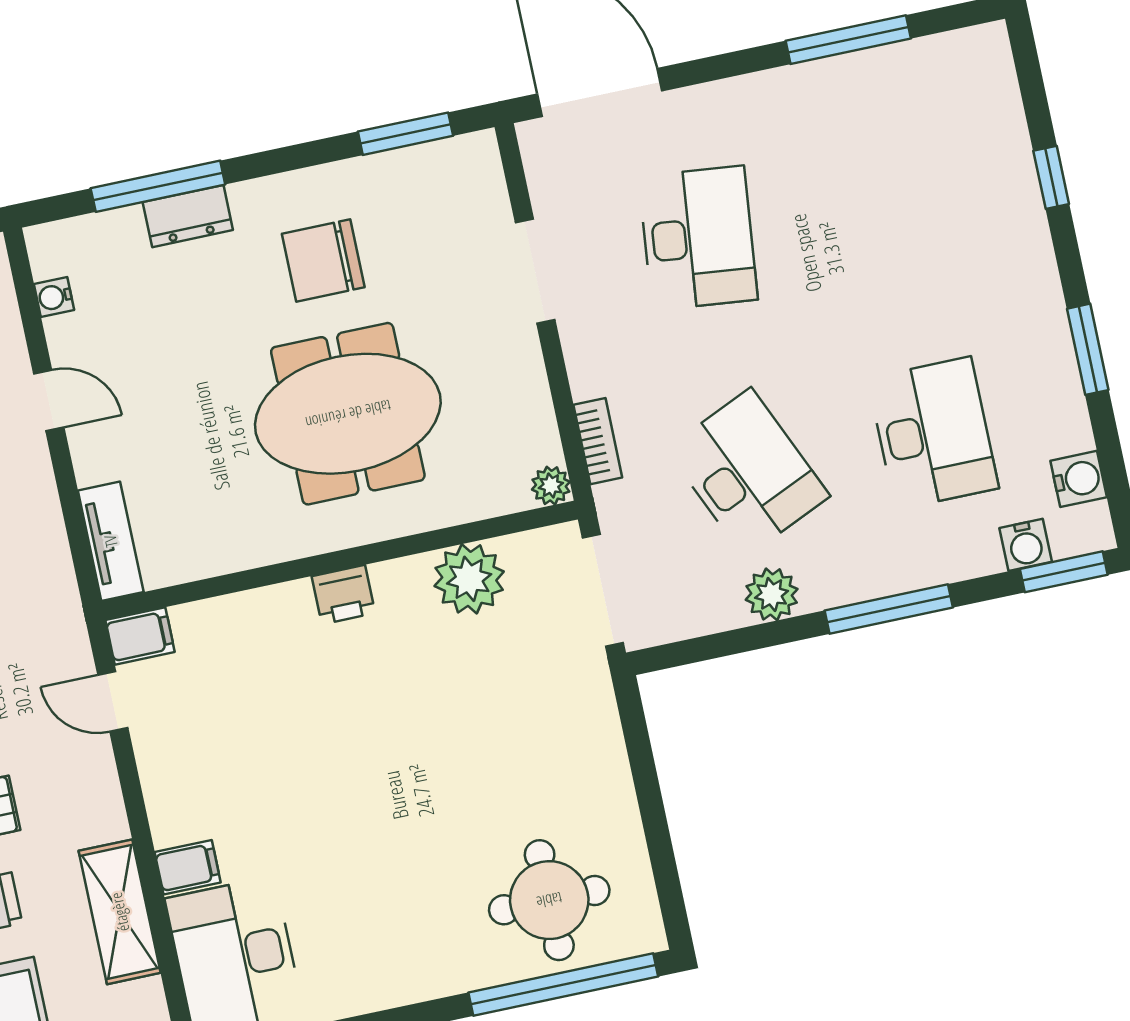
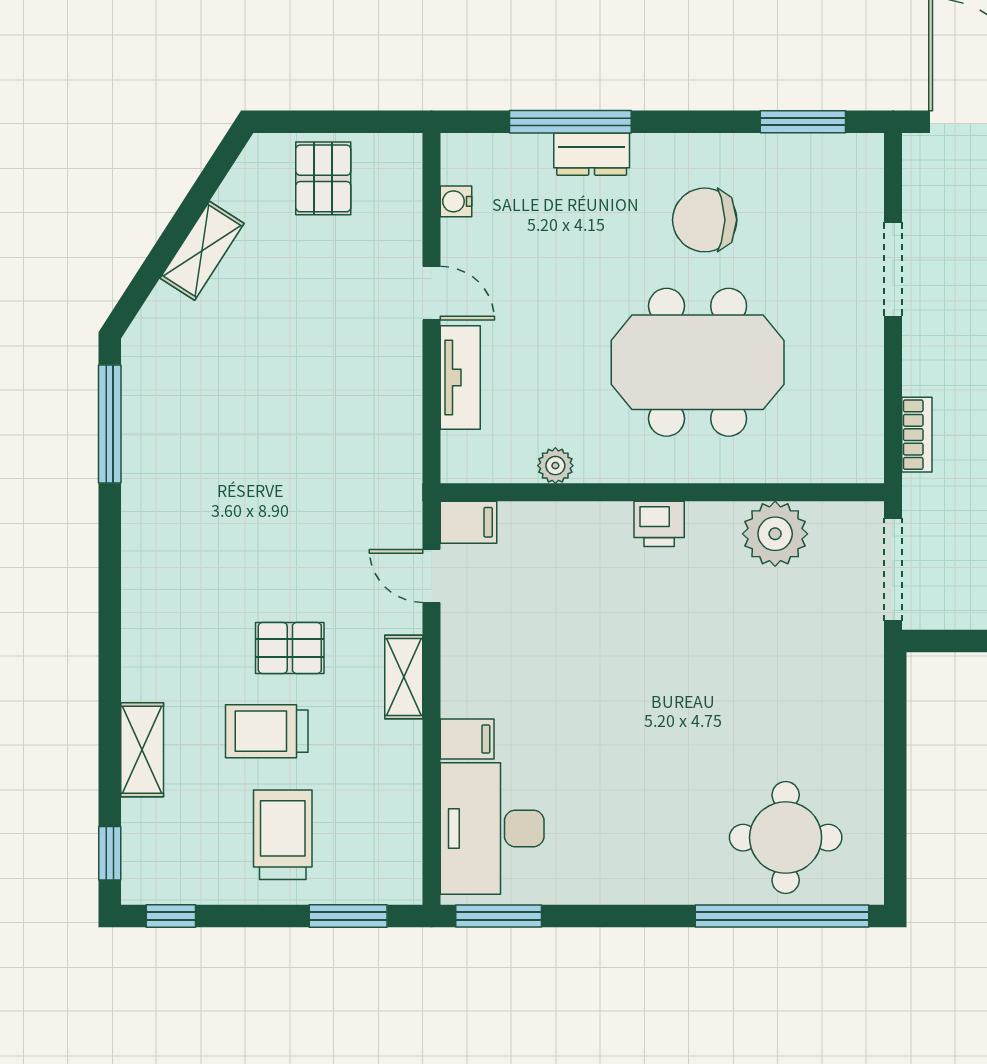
plant: (551, 486) -> (555, 466), moved
tv unit: (111, 541) -> (460, 377), moved
shelving: (120, 912) -> (404, 677), moved, width x0.67, depth x0.75

